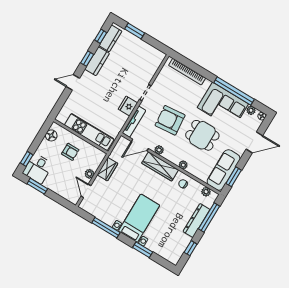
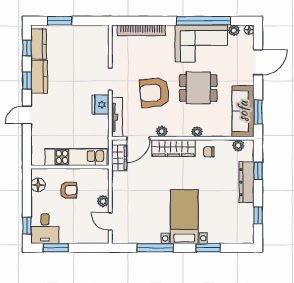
wardrobe: (107, 169) -> (119, 158), moved
window: (209, 218) -> (258, 171), width x0.46

